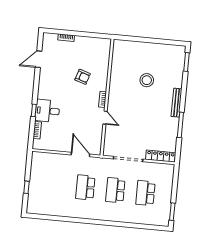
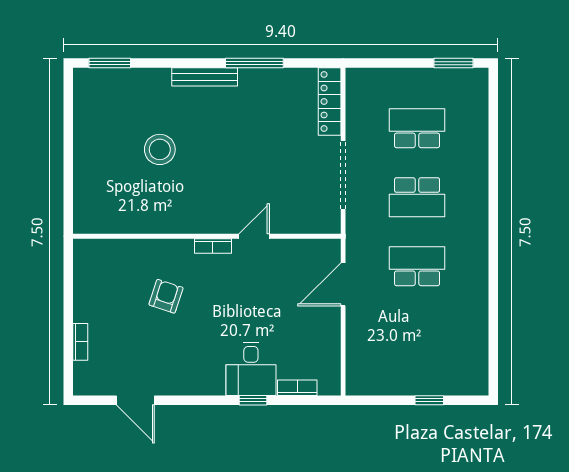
school desk: (85, 187) -> (417, 266), turned 180
school desk: (145, 193) -> (417, 128), turned 180

